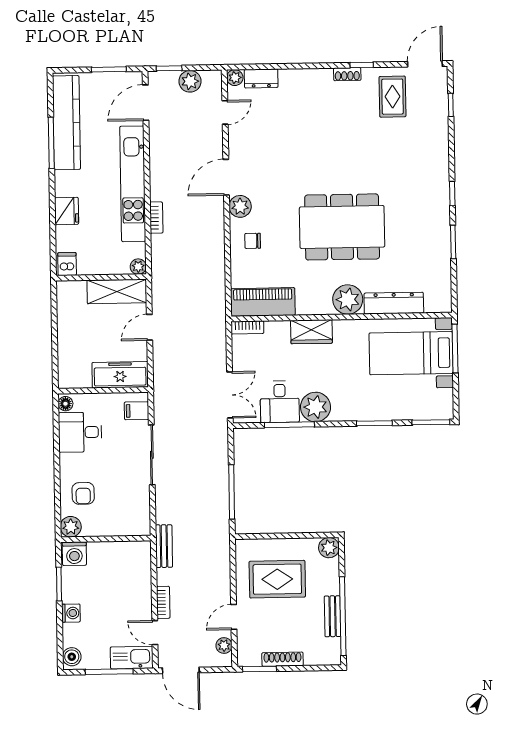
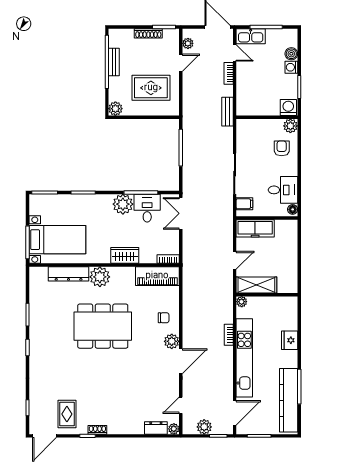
dishwasher: (67, 264) -> (290, 304), removed
boiler: (72, 657) -> (291, 54), moved

